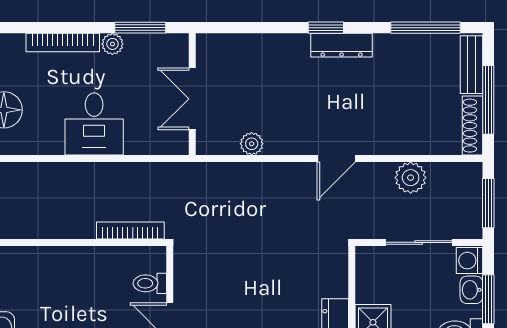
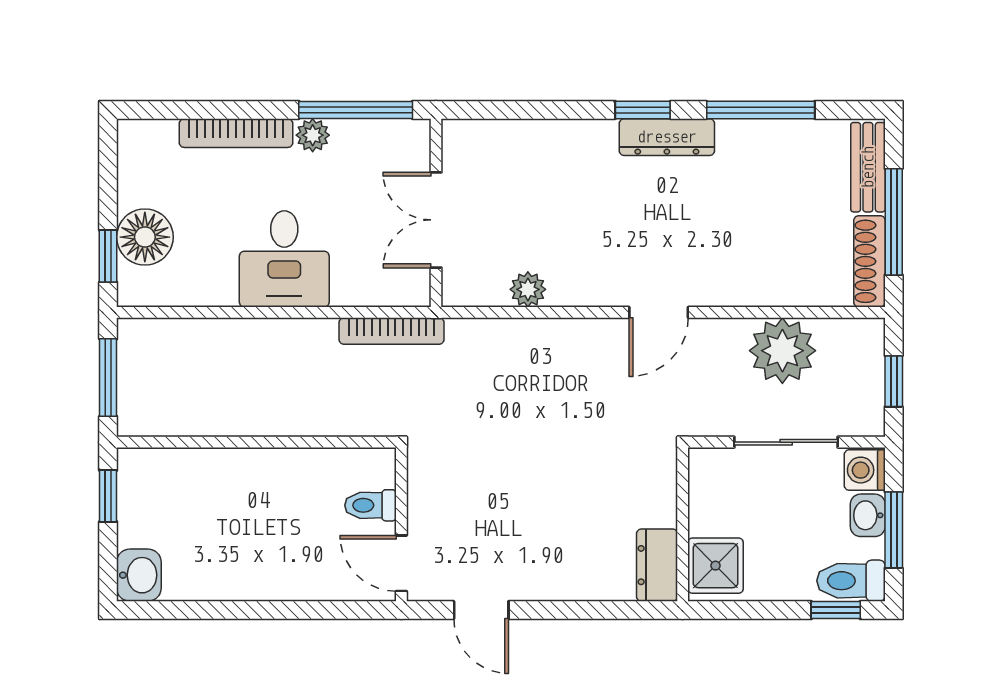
window: (140, 28) -> (356, 110), width x1.44
window: (426, 28) -> (761, 110), moved
plant: (411, 178) -> (782, 351), width x1.36, depth x1.36
window: (488, 203) -> (894, 381), width x0.67
bookcase: (130, 230) -> (392, 331), moved, turned 180

